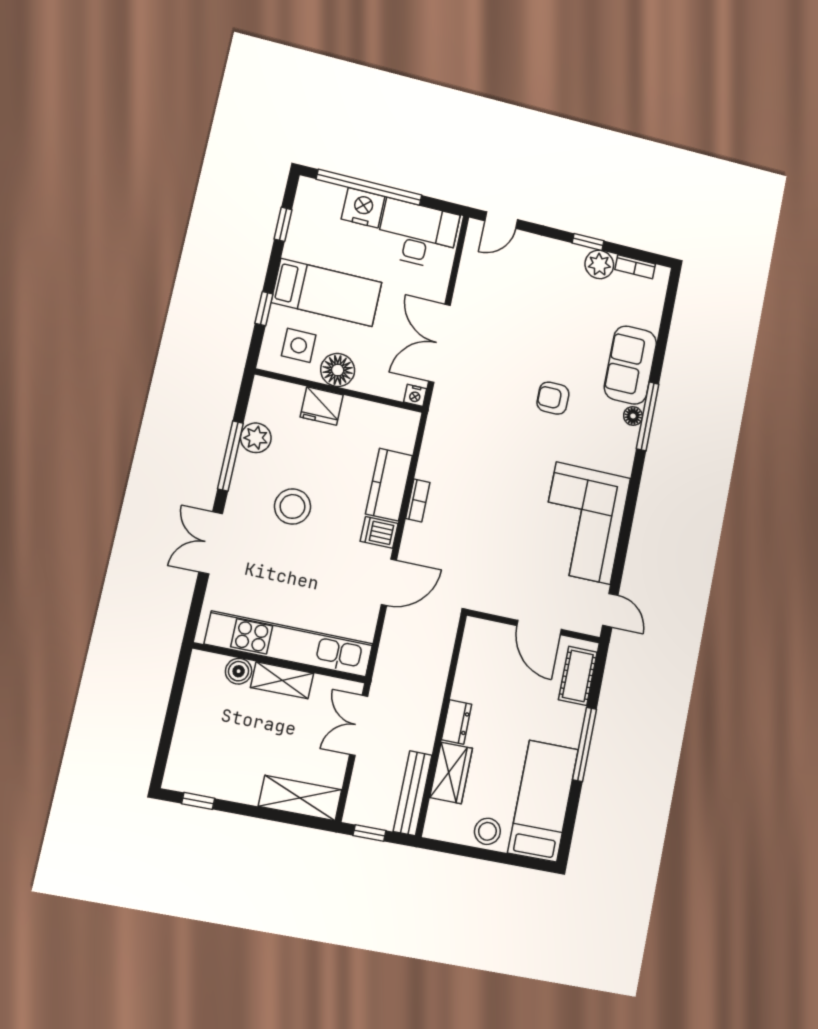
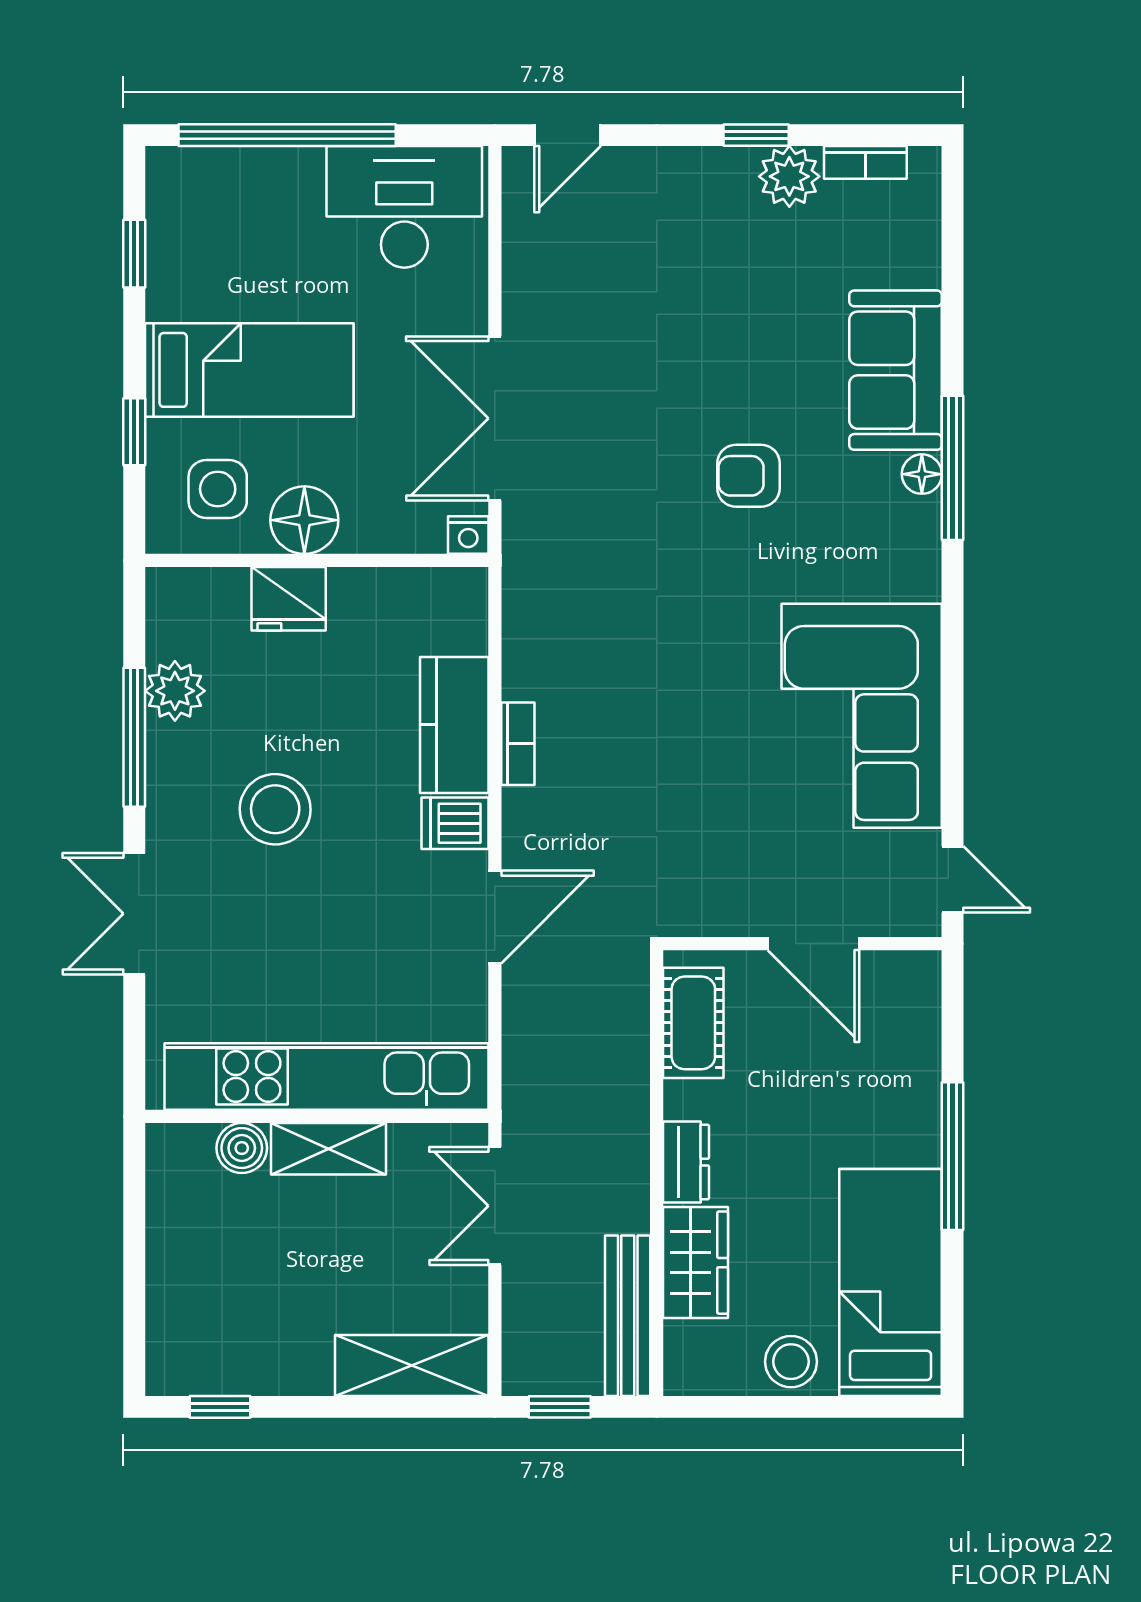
nightstand: (363, 208) -> (284, 180), removed
cot: (578, 676) -> (693, 1023), moved

